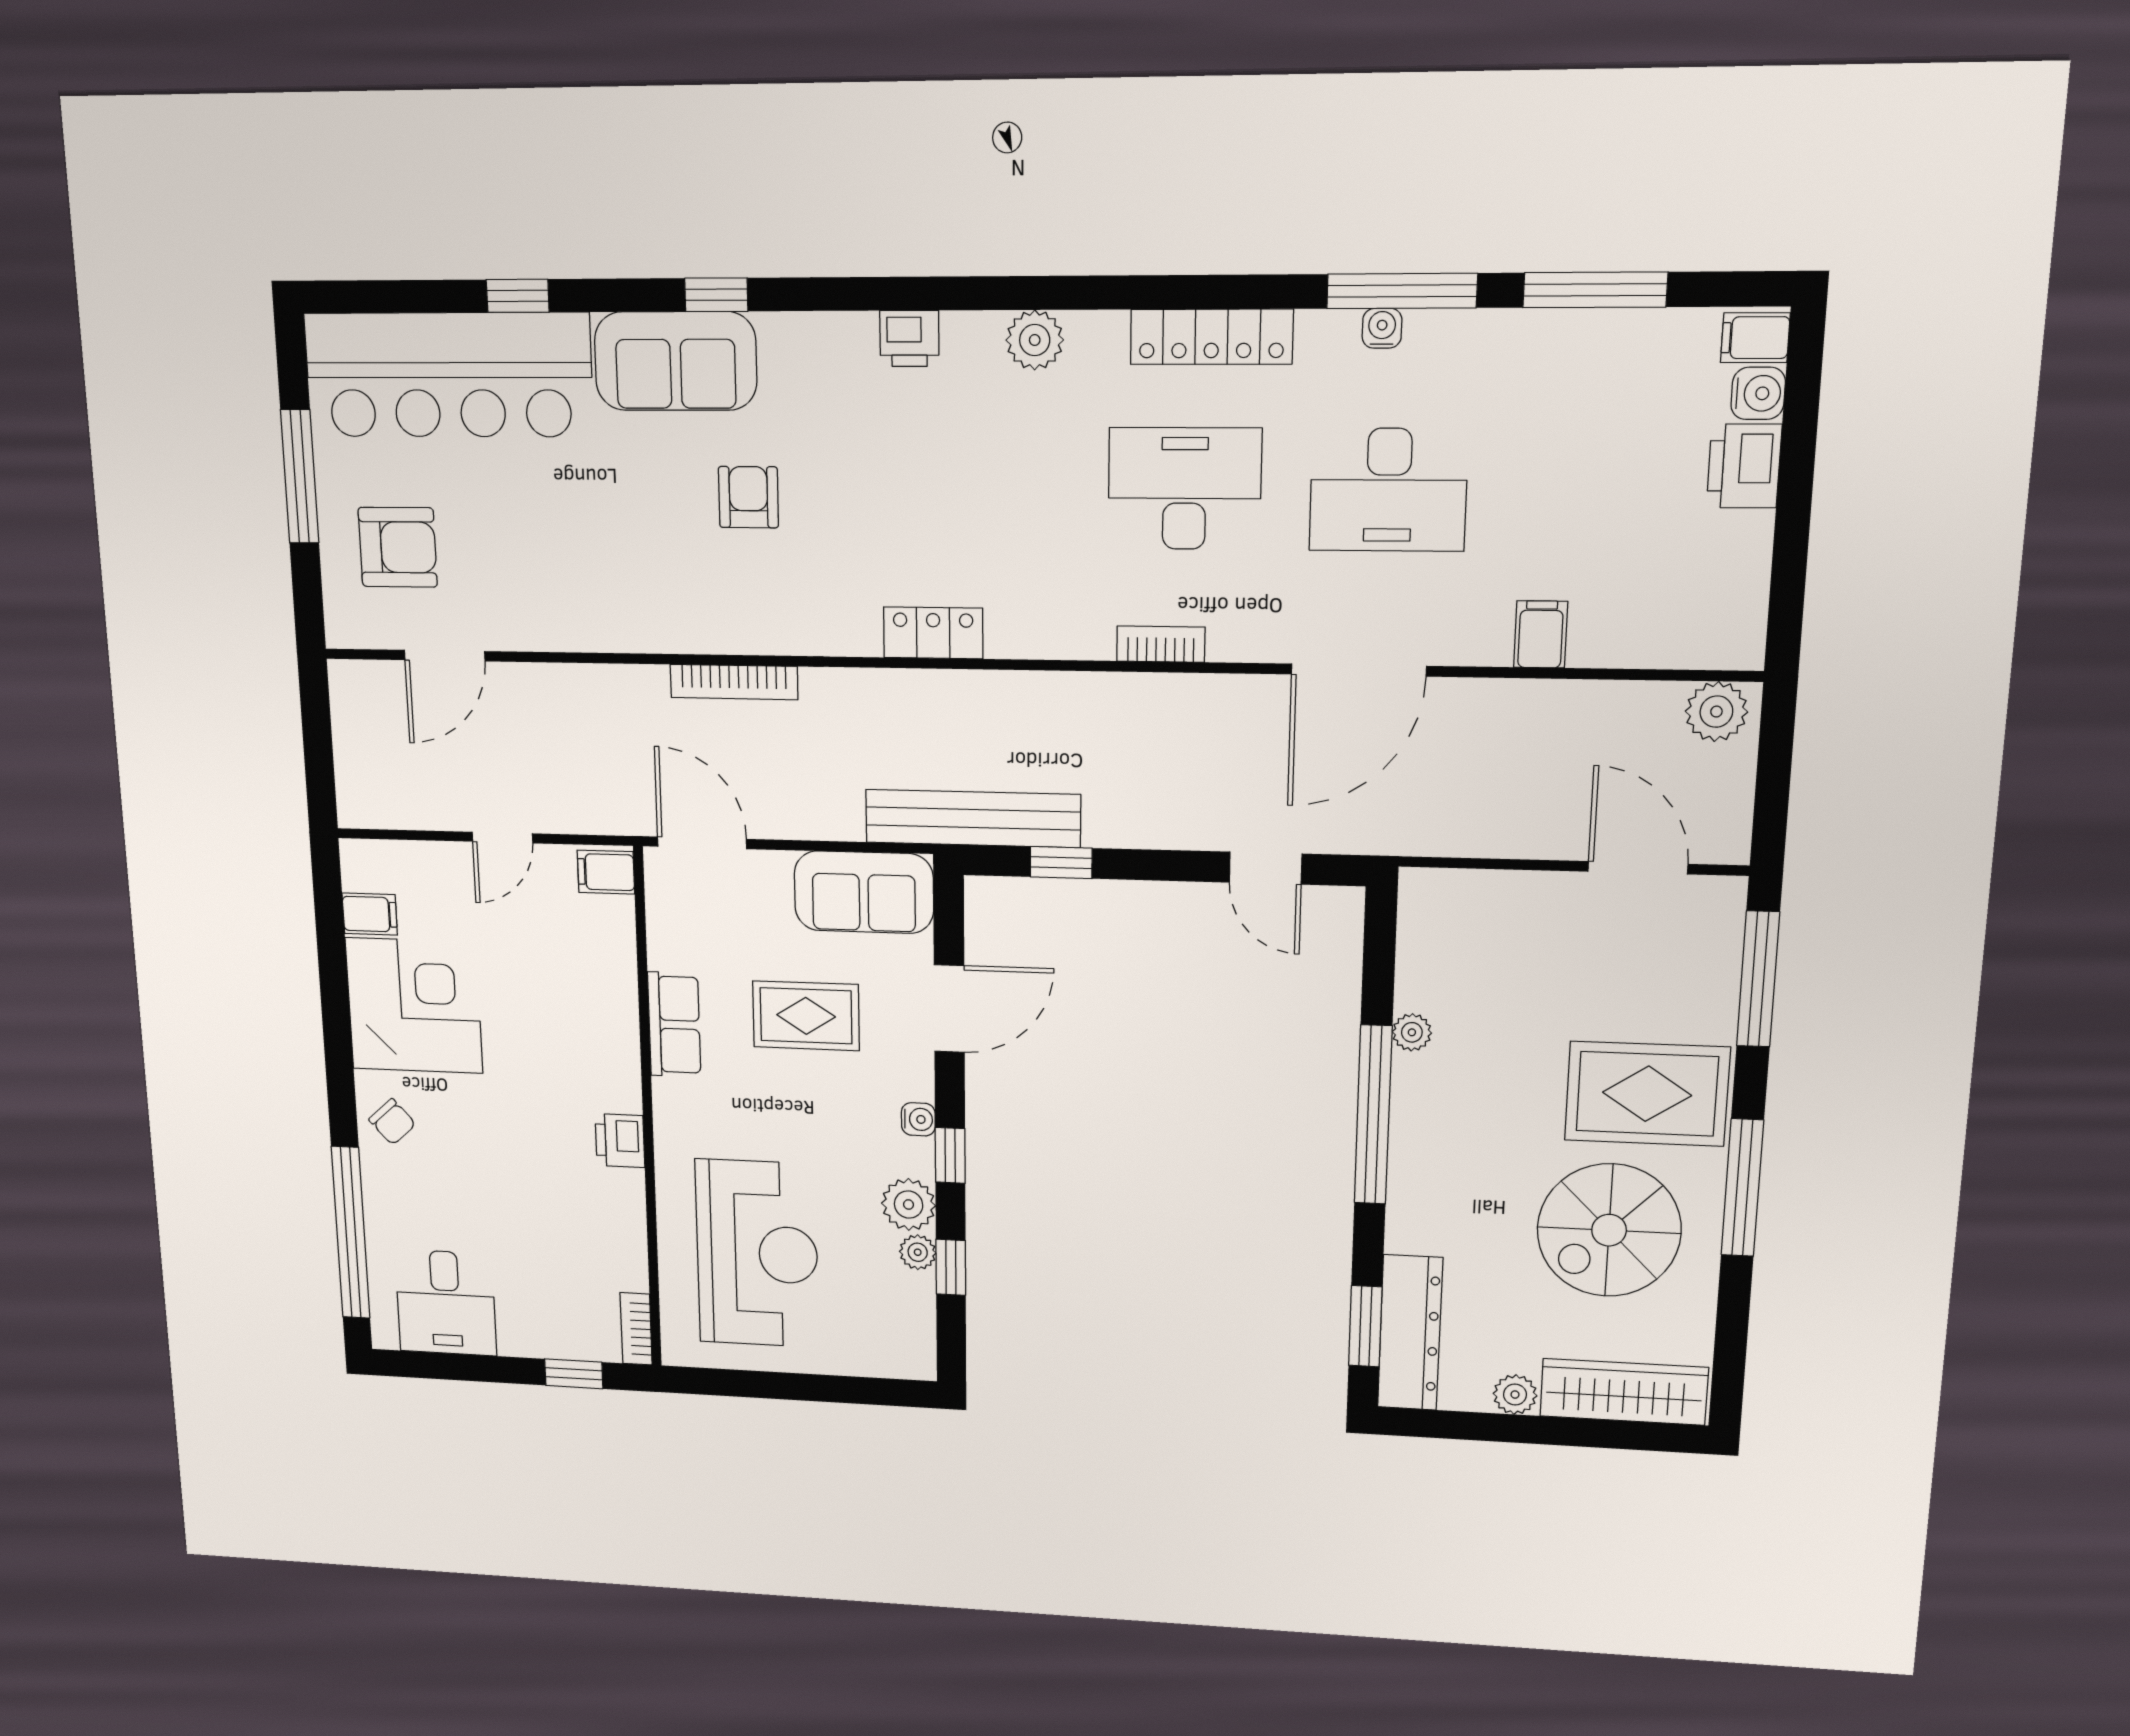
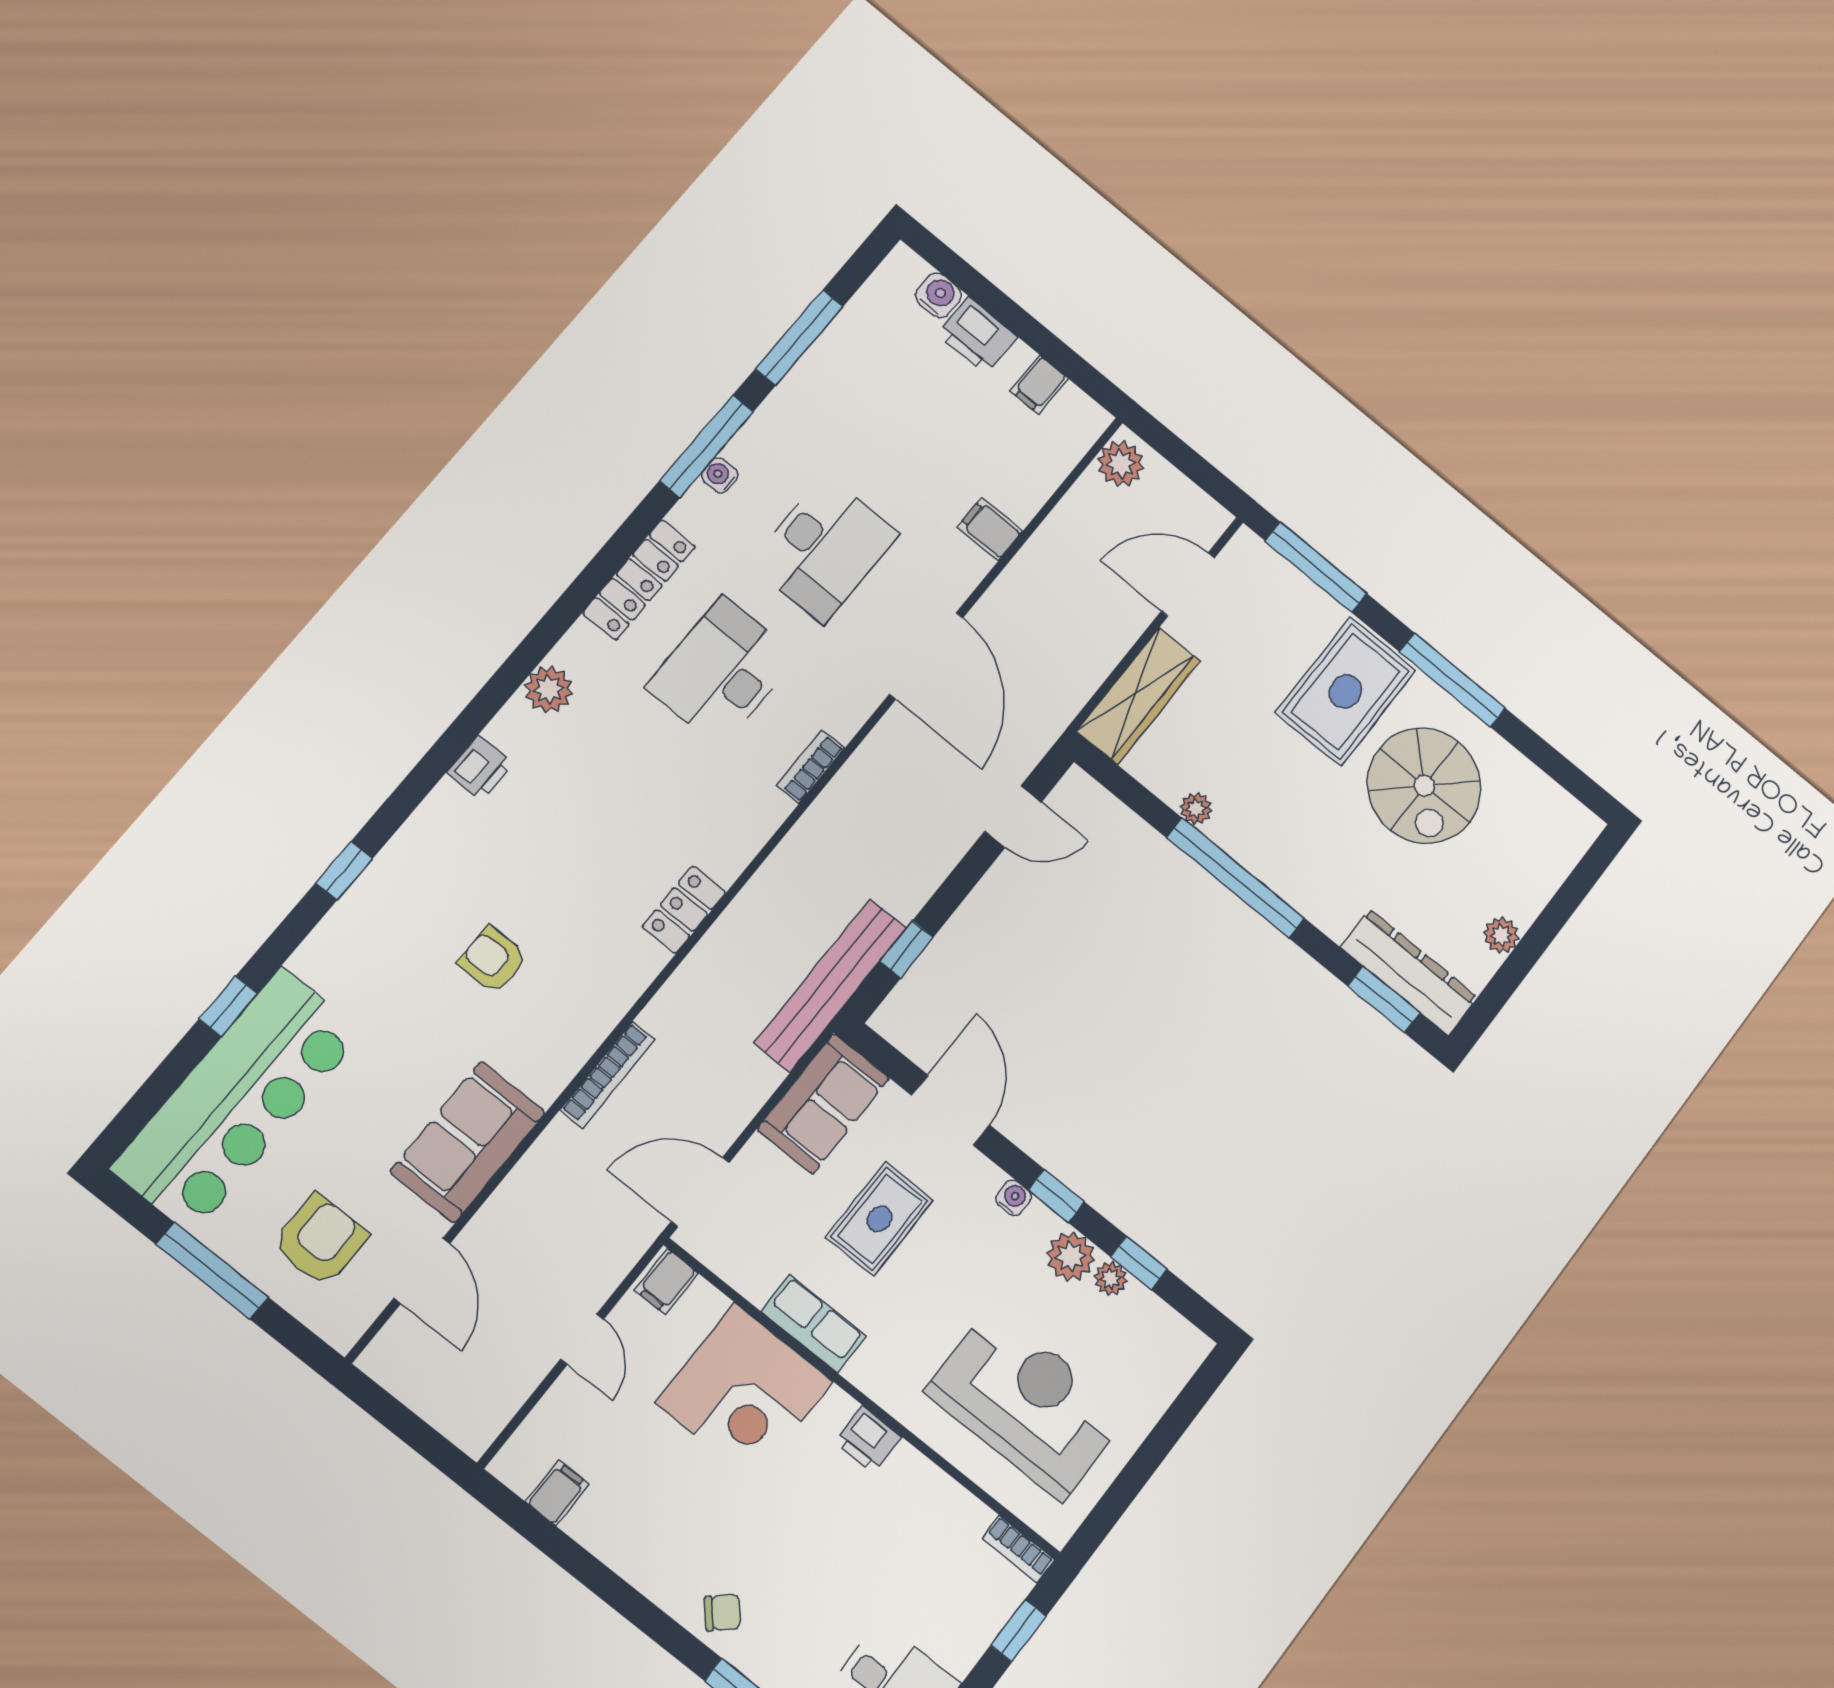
filing cabinet: (1755, 338) -> (1039, 384), moved
sofa: (676, 361) -> (468, 1142), moved, turned 180
corner desk: (414, 1006) -> (744, 1392), moved, turned 180
wardrobe: (1624, 1392) -> (1138, 696), moved, turned 180

